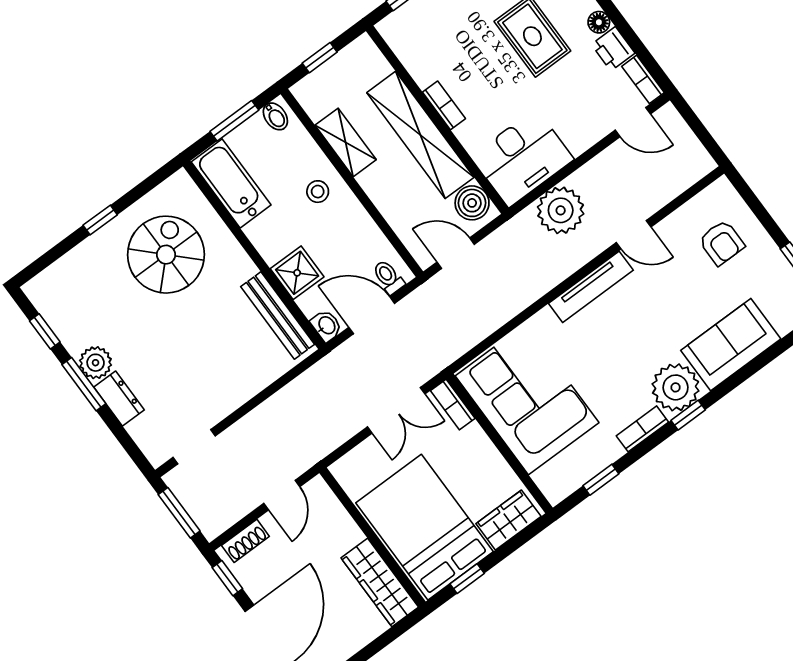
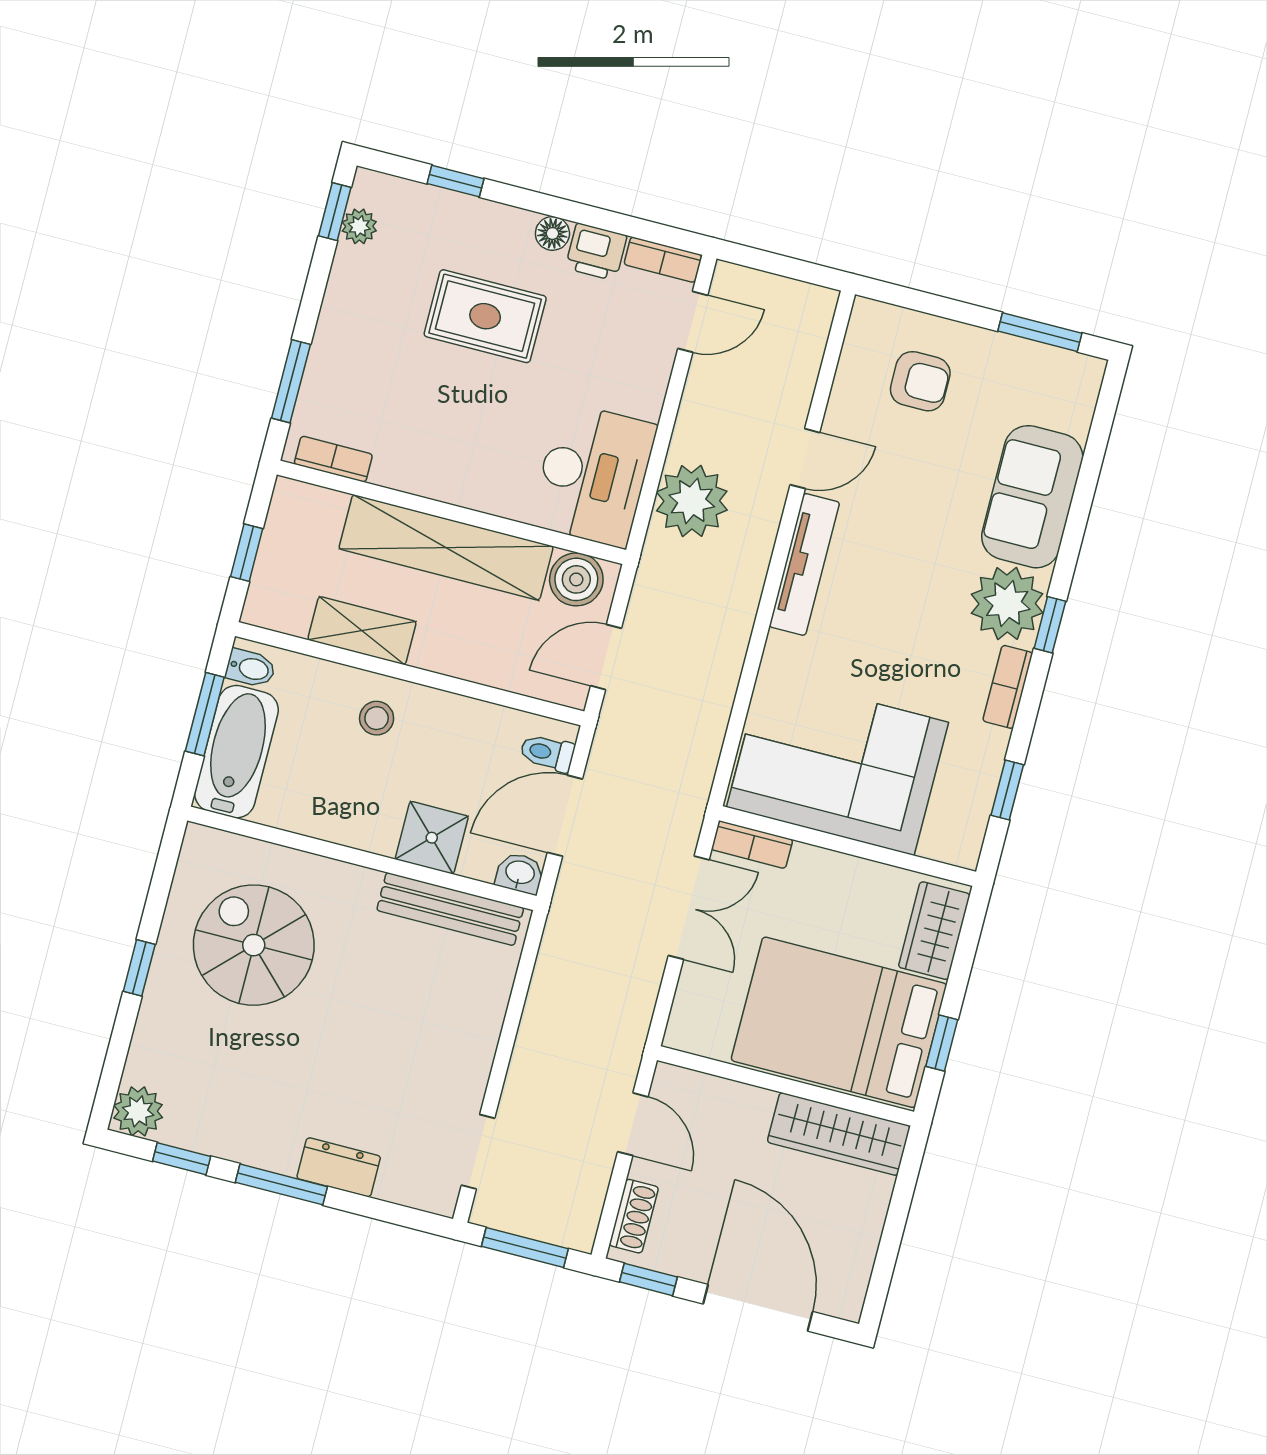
bookcase: (444, 105) -> (333, 459), moved
bathtub: (231, 183) -> (236, 752), moved, turned 90
plant: (96, 363) -> (138, 1111), moved

